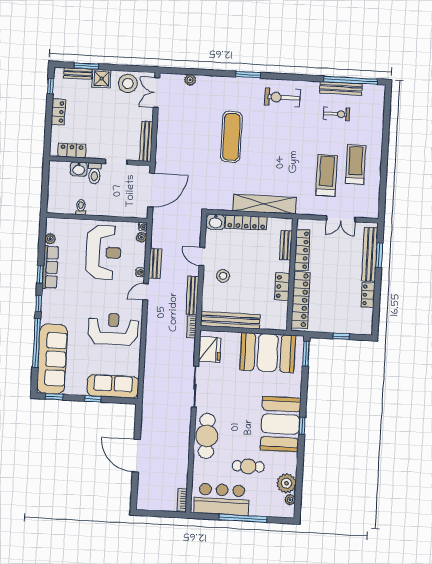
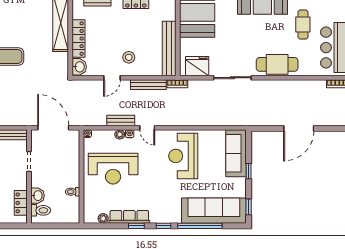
toilet: (94, 173) -> (41, 210), moved
plant: (141, 237) -> (120, 134), moved
reception desk: (104, 252) -> (113, 169), turned 180

